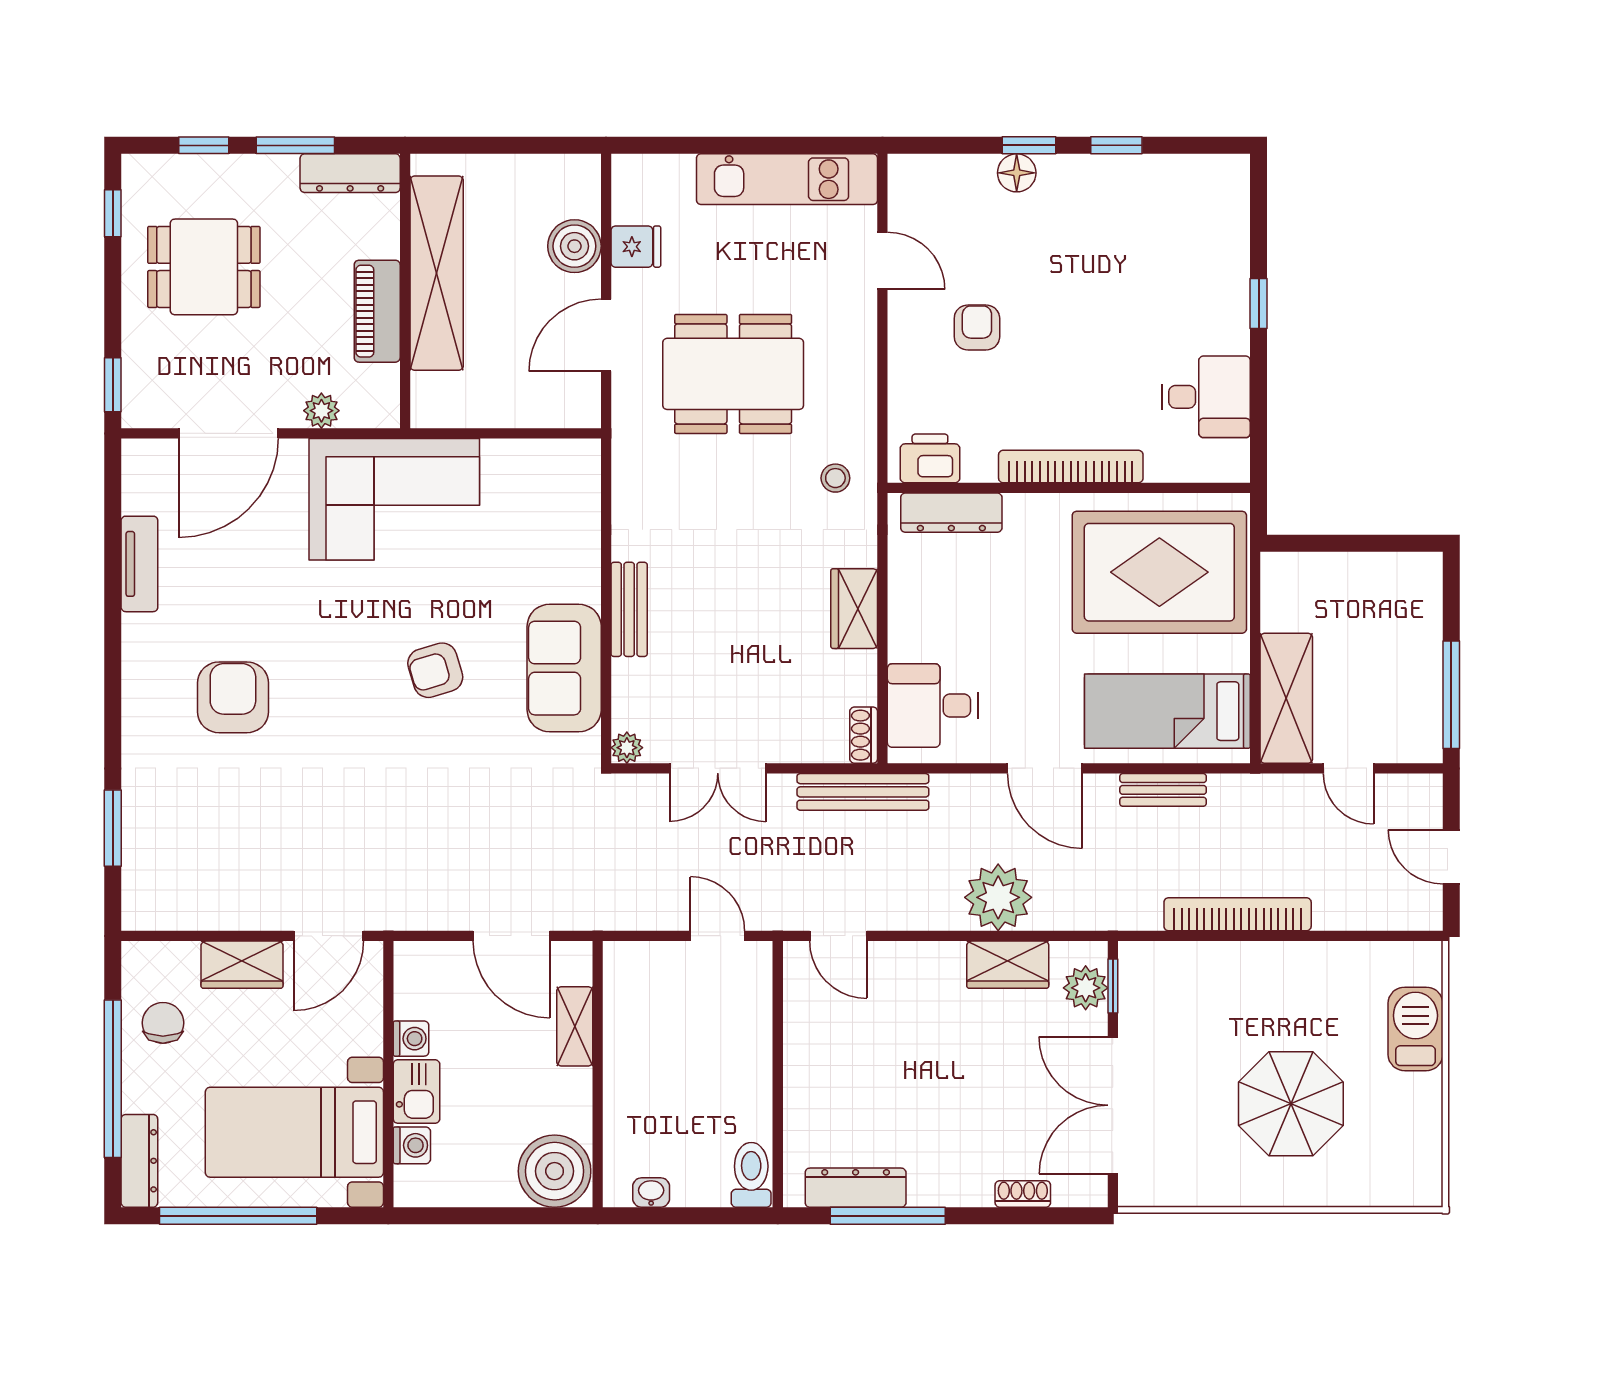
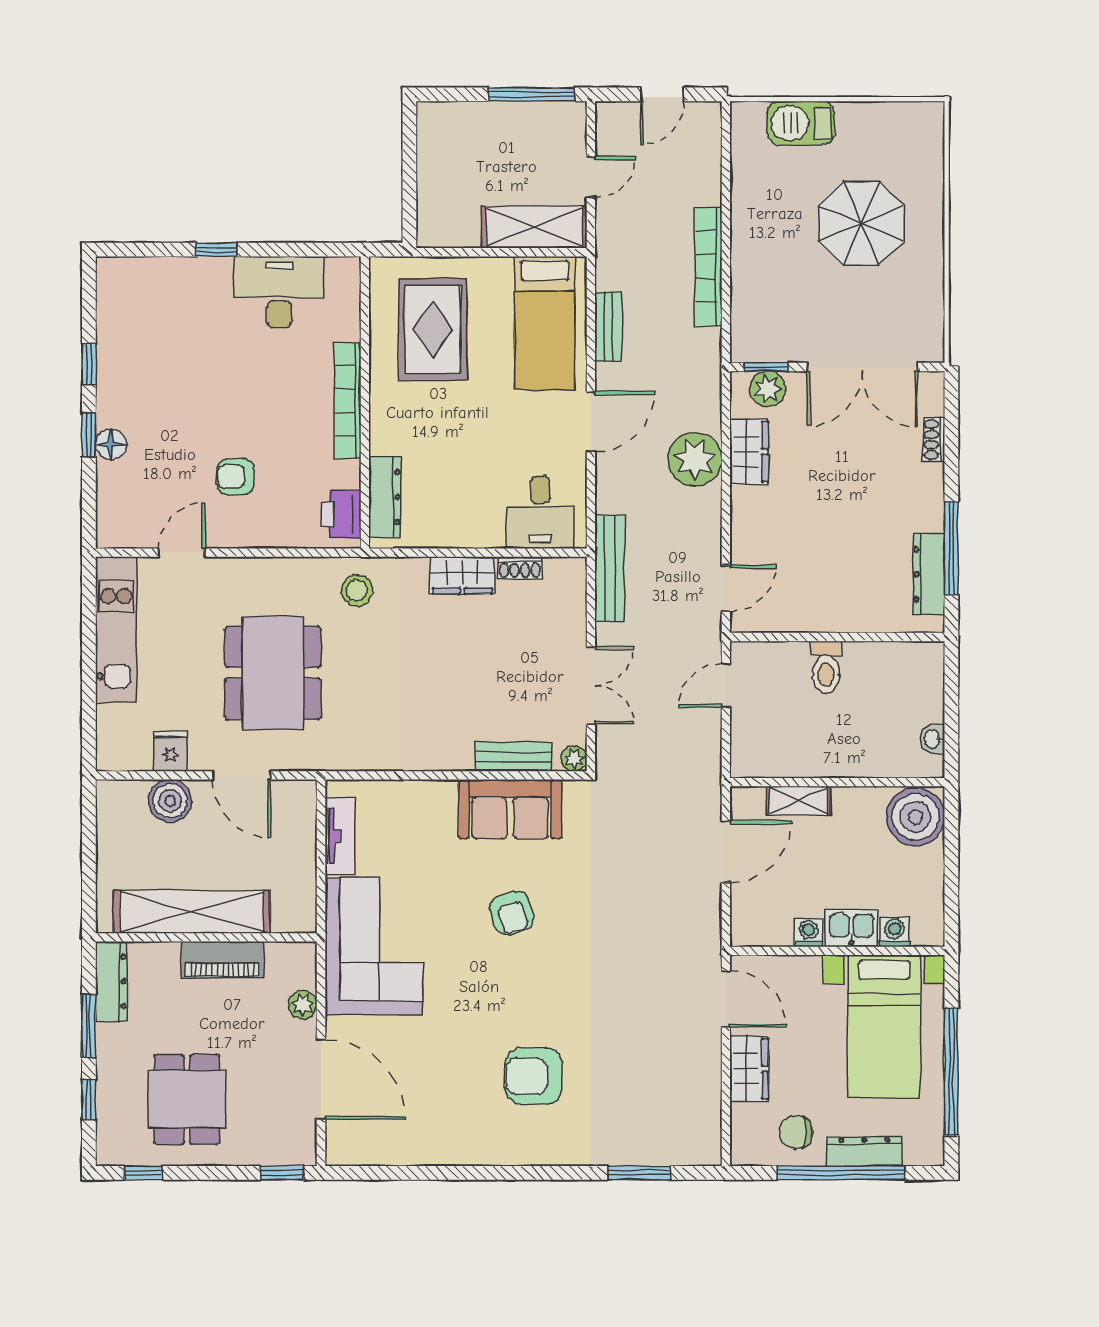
desk: (1206, 397) -> (279, 292), width x1.37
stool: (835, 478) -> (357, 591), width x1.37, depth x1.37
tv unit: (139, 564) -> (340, 836), moved, turned 90
rug: (1159, 572) -> (433, 330), width x0.73, depth x0.69
bench: (629, 609) -> (514, 757), moved
shoe rack: (864, 735) -> (520, 568), moved
dresser: (139, 1161) -> (864, 1151), moved
toilet: (751, 1175) -> (826, 667), moved, turned -90

